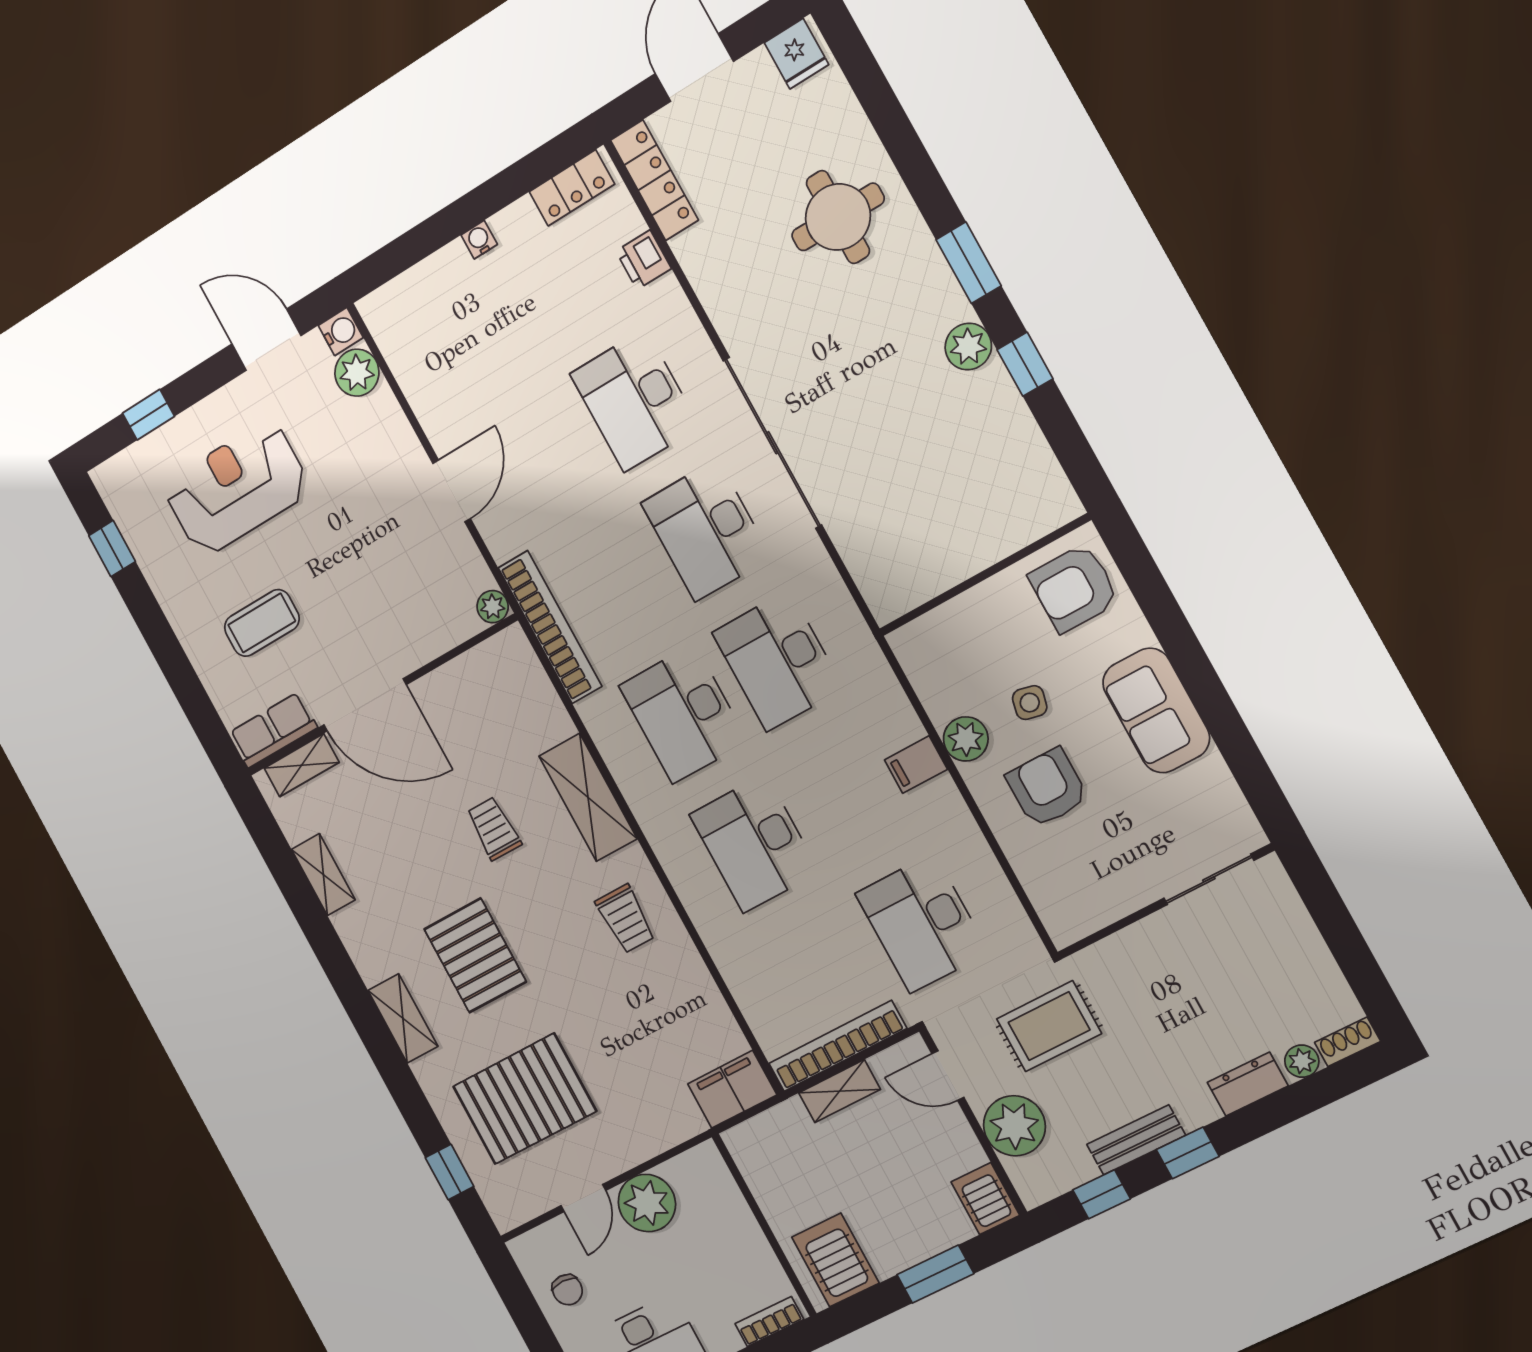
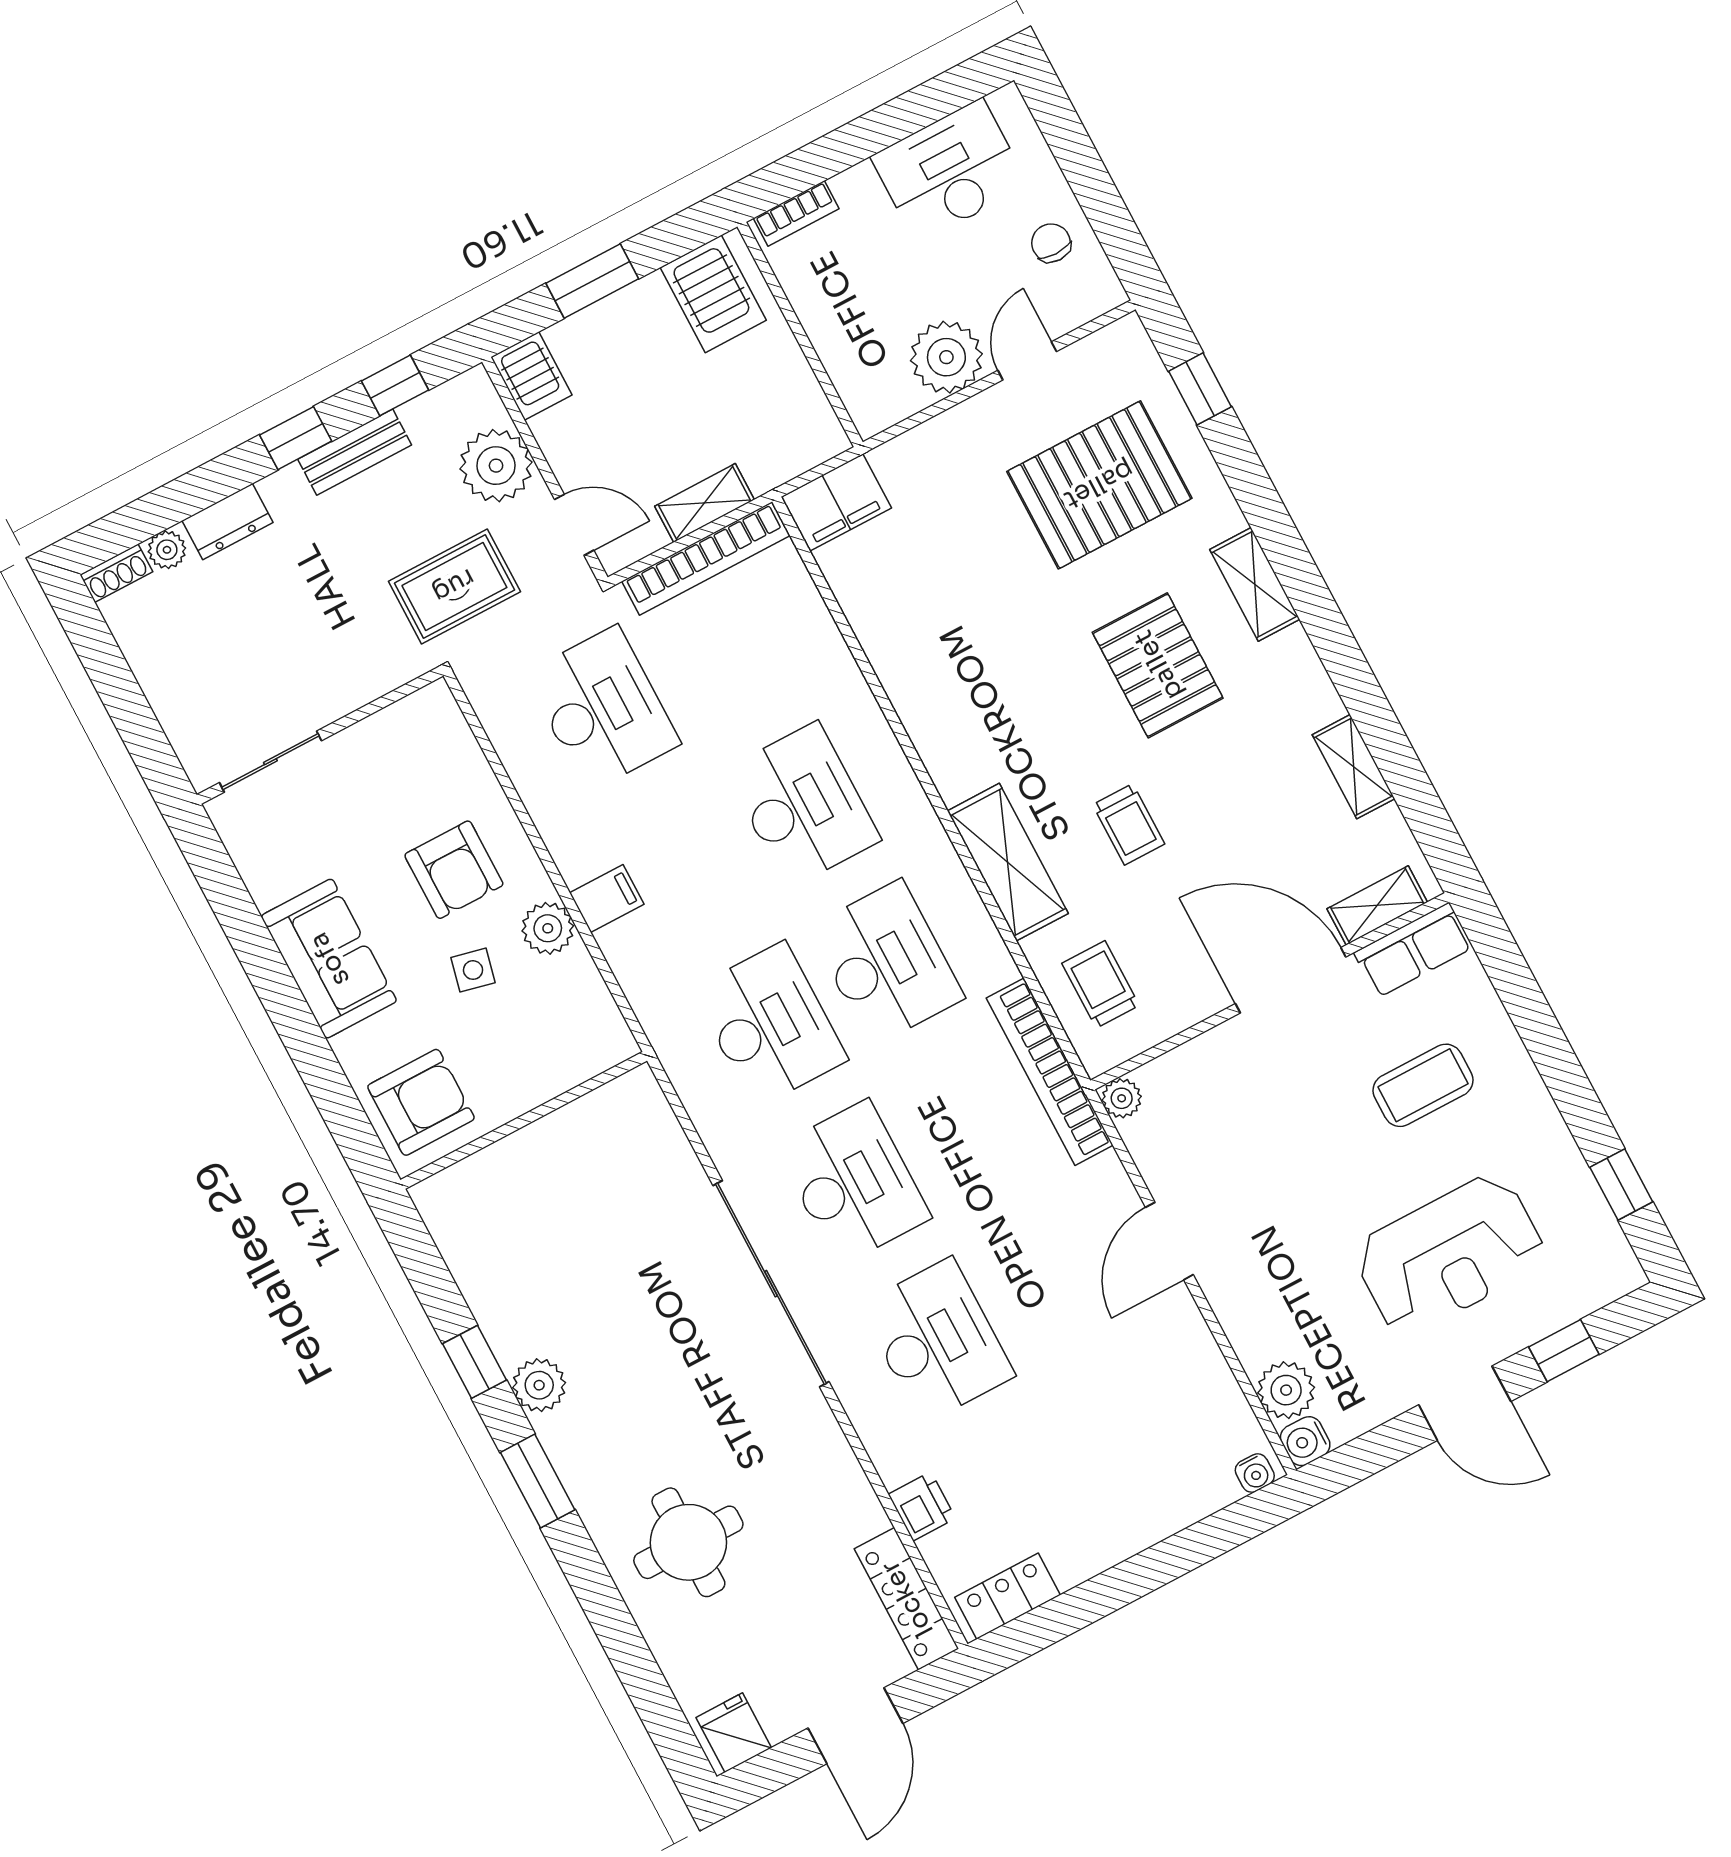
water cooler: (479, 240) -> (1255, 1473), moved
door: (266, 340) -> (1465, 1403), moved
trolley: (625, 919) -> (1101, 984), moved

